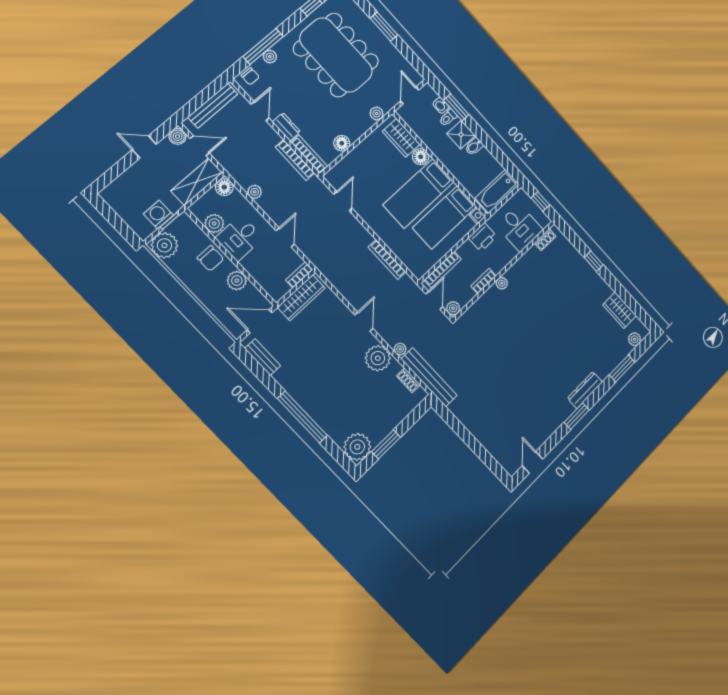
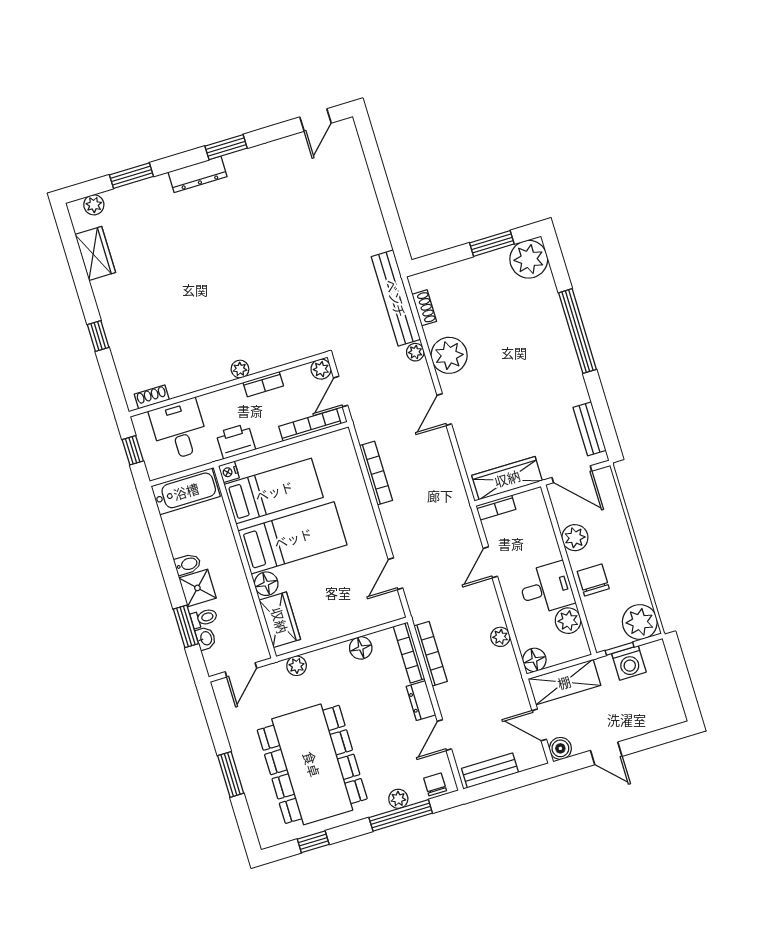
bench: (213, 106) -> (490, 770), width x0.73

